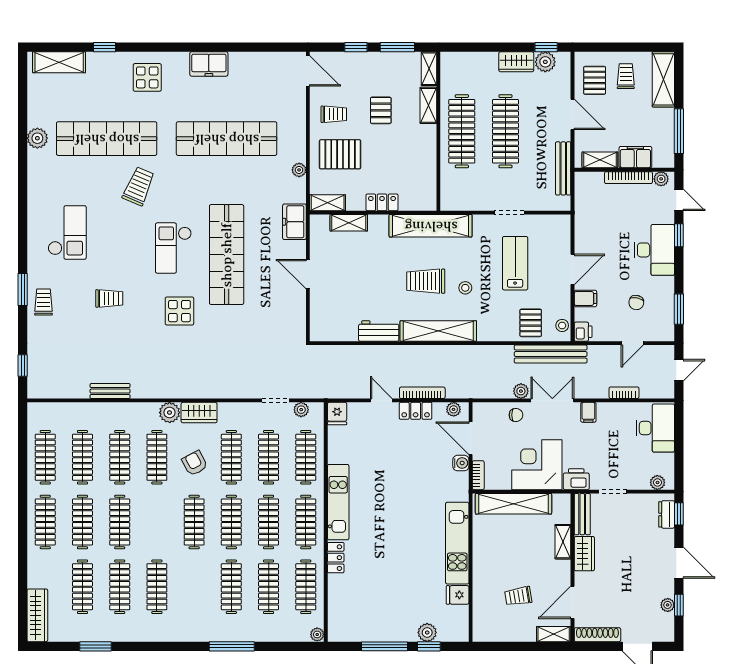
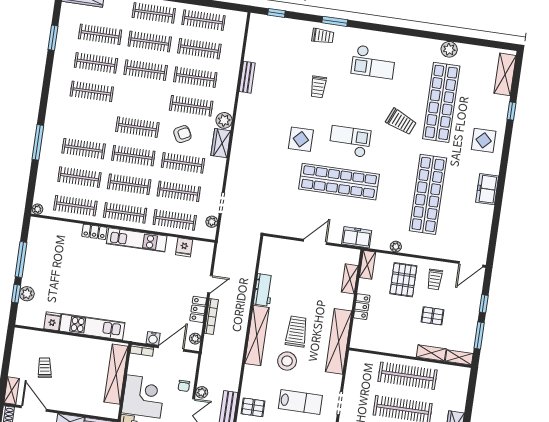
stool: (465, 288) -> (287, 361), width x1.89, depth x1.89
fridge: (337, 414) -> (184, 247), moved, turned -90
shelving: (563, 542) -> (82, 408), removed

